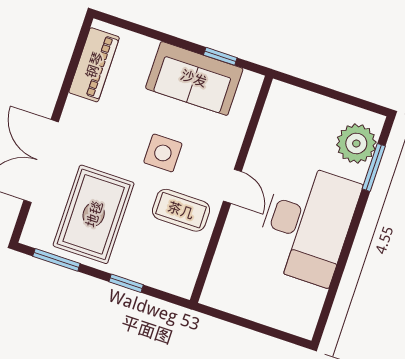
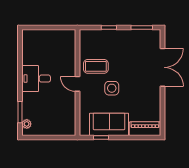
piano: (94, 65) -> (145, 129), moved, turned 90
plant: (356, 143) -> (27, 124), width x0.53, depth x0.53
rug: (94, 214) -> (133, 52), removed
desk: (307, 224) -> (36, 79), width x0.53, depth x0.77

